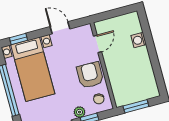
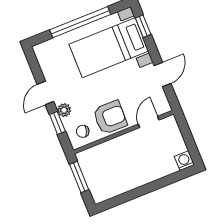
washing machine: (139, 40) -> (184, 161), moved
door: (98, 44) -> (149, 122), swing flipped

